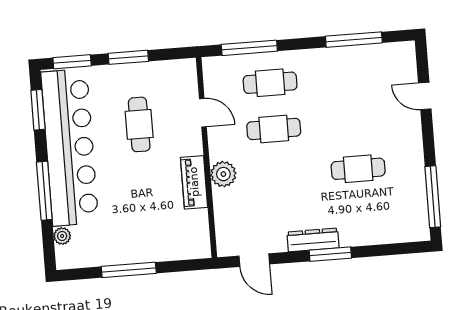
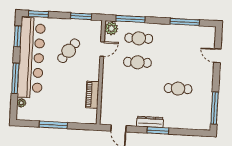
window: (128, 57) -> (81, 16), moved
door: (203, 113) -> (102, 49), hinge flipped
cafe table: (139, 124) -> (69, 51), turned 37
plant: (223, 174) -> (111, 28), moved
piano: (194, 182) -> (92, 95), moved

